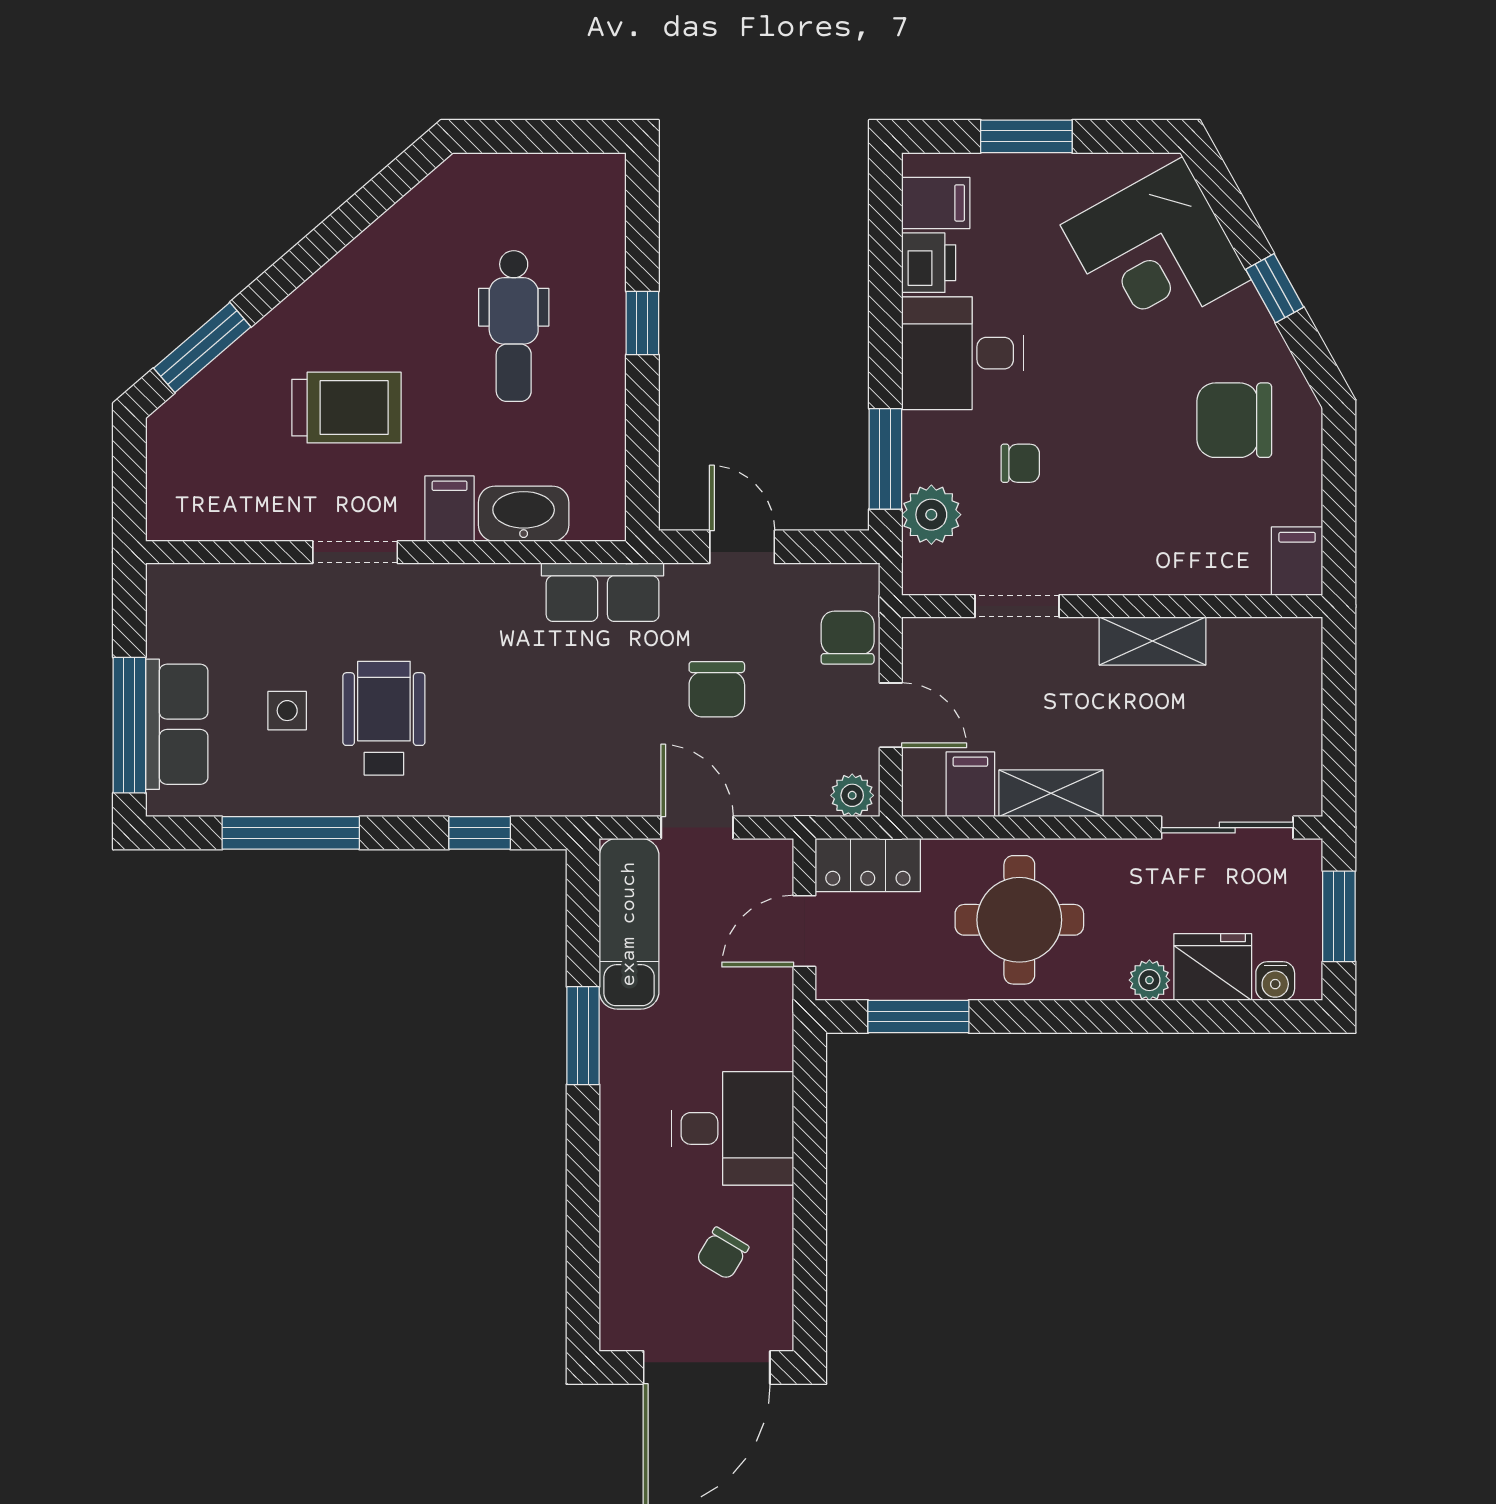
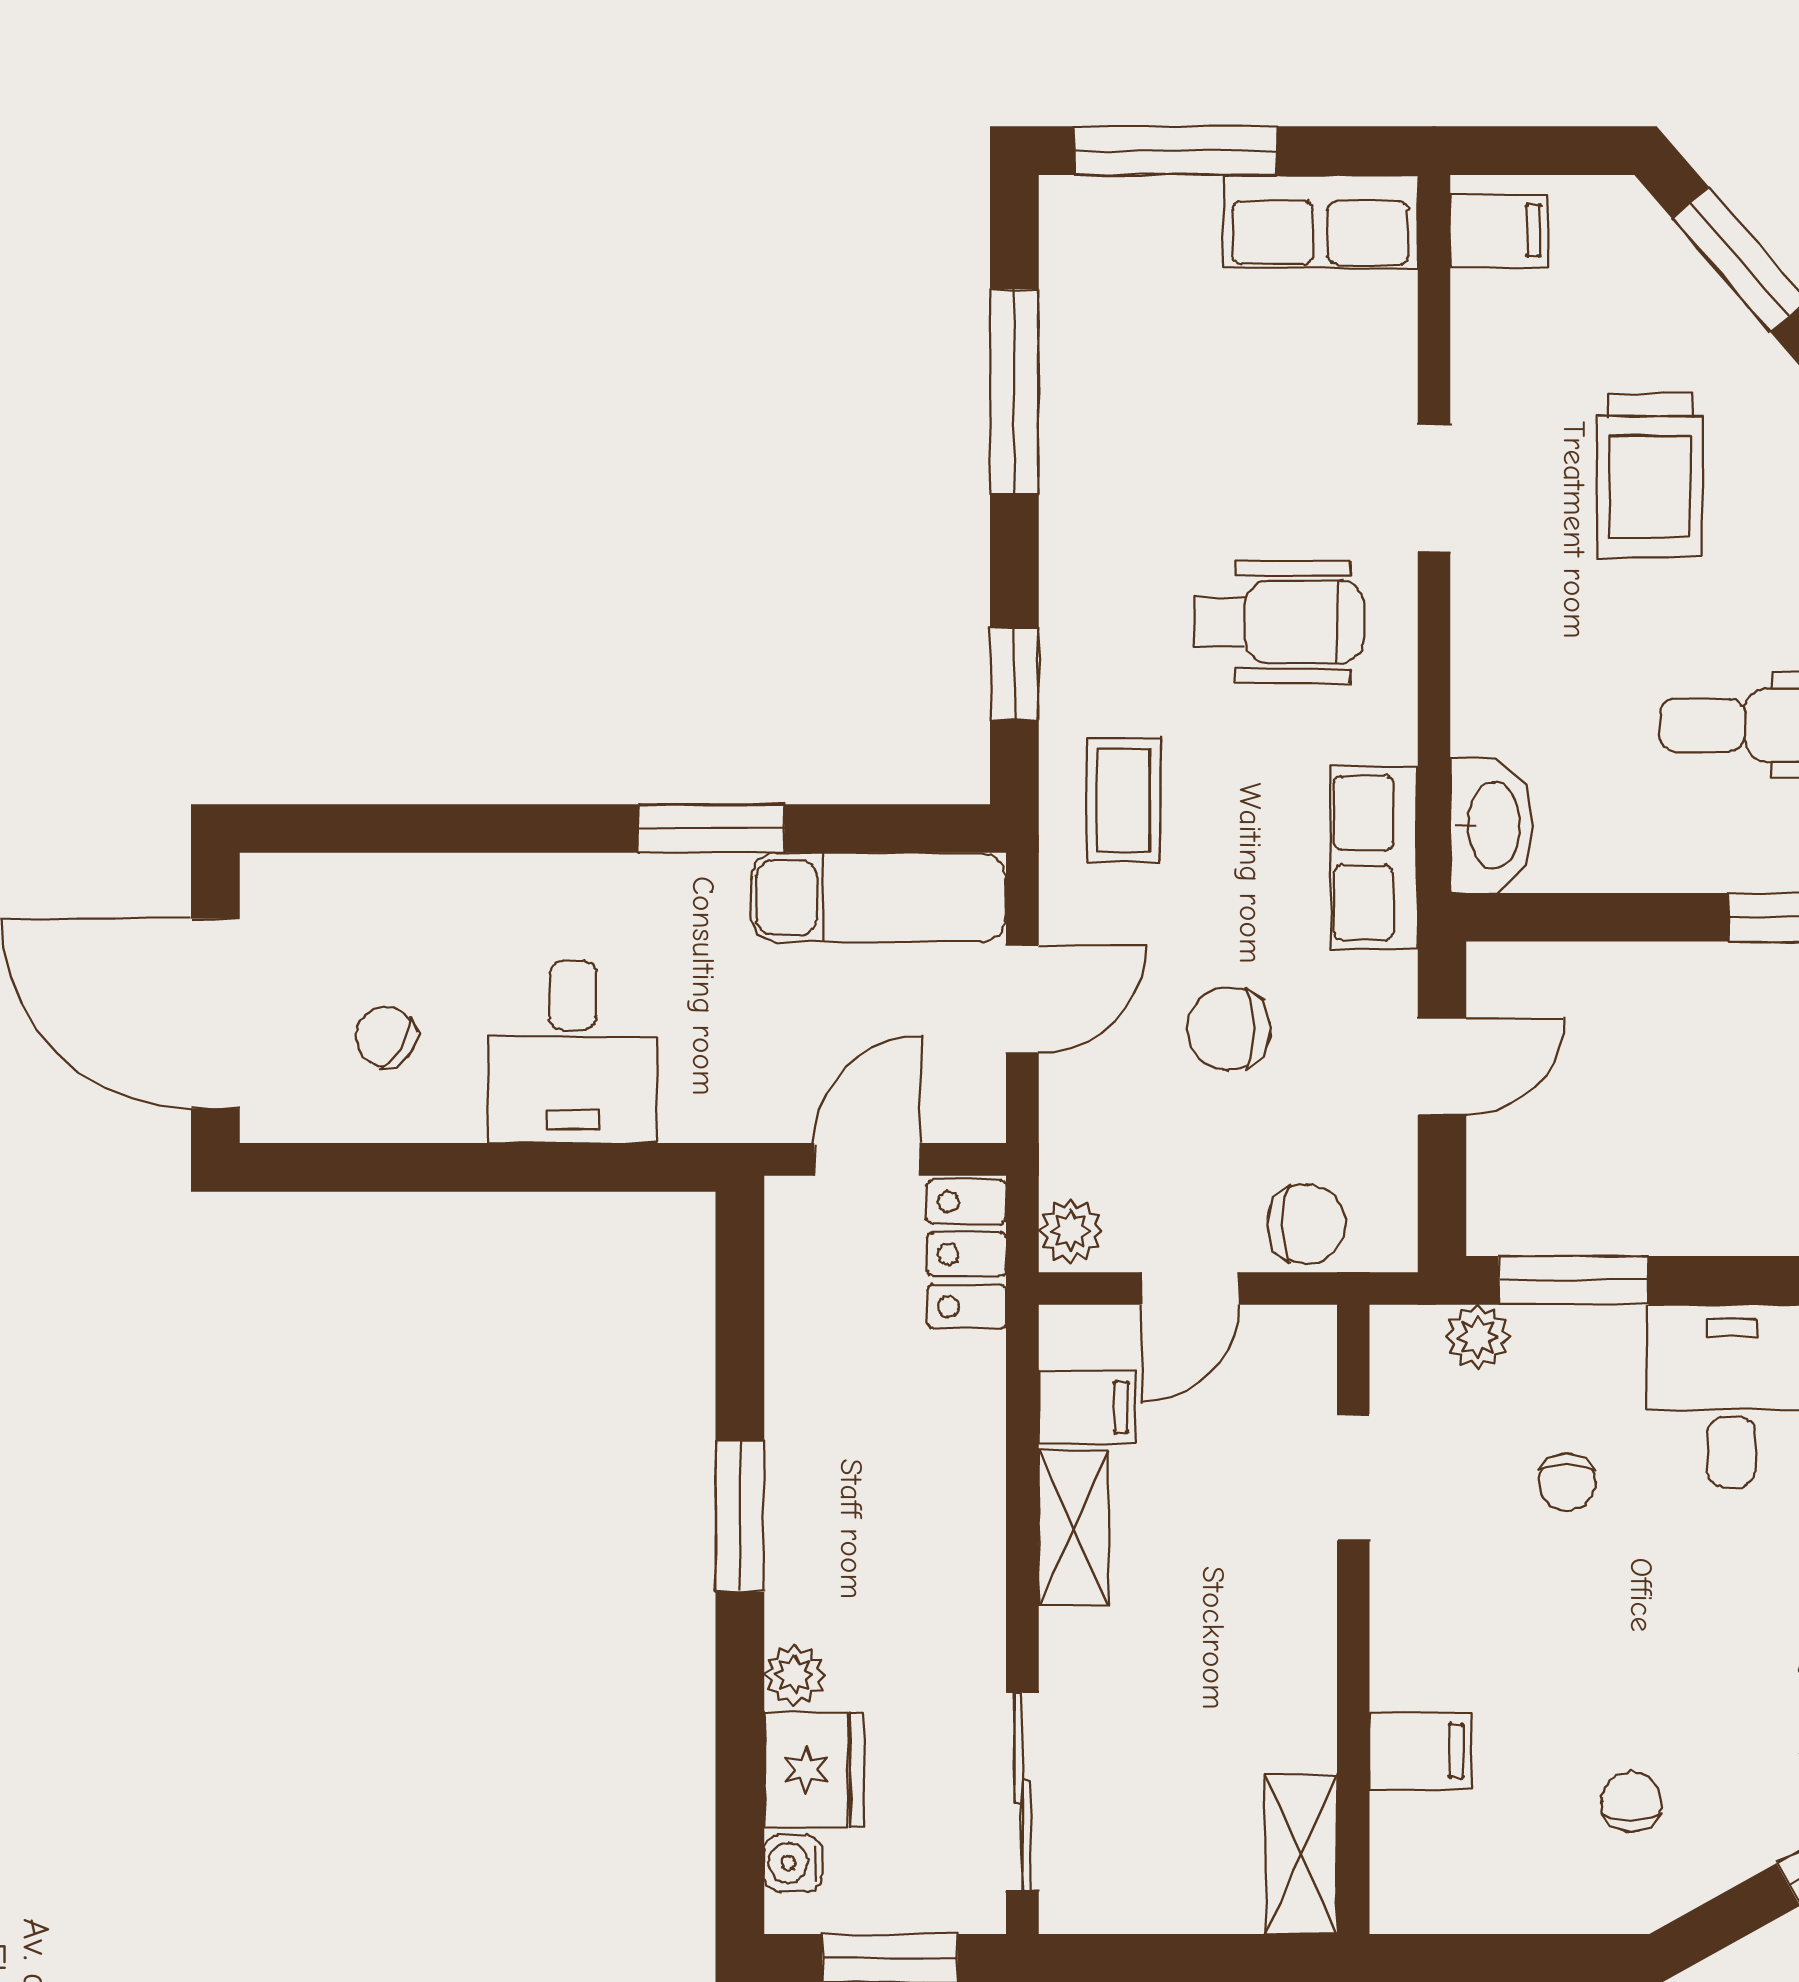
chair: (1234, 420) -> (1631, 1802), width x0.54, depth x0.54
filing cabinet: (450, 509) -> (1499, 231), moved
washbasin: (524, 514) -> (1491, 825), moved
plant: (931, 515) -> (1478, 1337), width x0.73, depth x0.73
filing cabinet: (1297, 561) -> (1420, 1751), moved
shelving: (1153, 641) -> (1301, 1854), moved
side table: (287, 711) -> (1197, 386), removed
wheelchair: (384, 718) -> (1279, 622), moved
row of seats: (177, 724) -> (1320, 221), moved
coffee table: (564, 760) -> (1124, 800), added
round table: (1019, 920) -> (884, 1481), removed
door: (804, 931) -> (868, 1159), hinge flipped
window: (918, 1017) -> (740, 1516), moved

